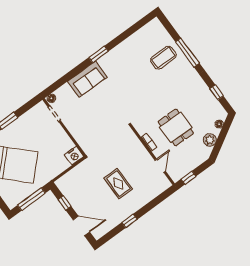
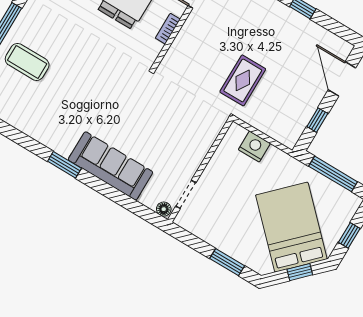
sofa: (87, 79) -> (110, 166), width x1.36
nightstand: (74, 156) -> (254, 146), moved
rug: (118, 184) -> (243, 80), moved

